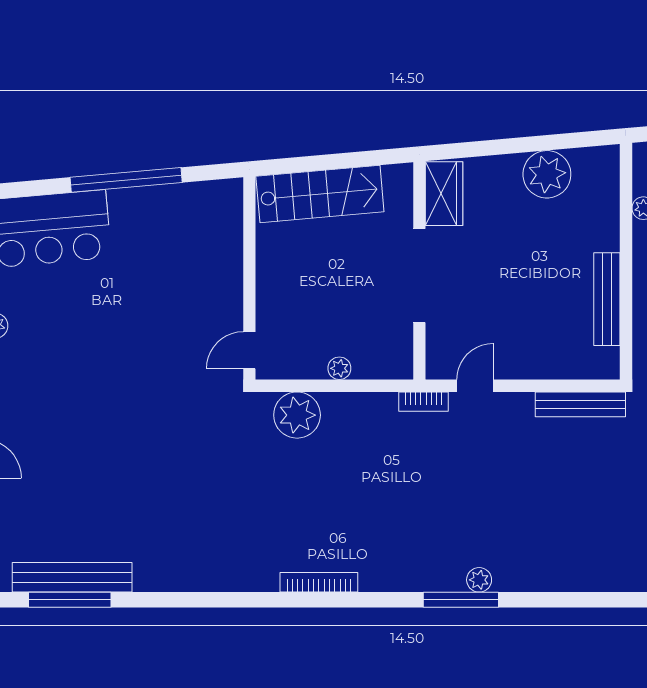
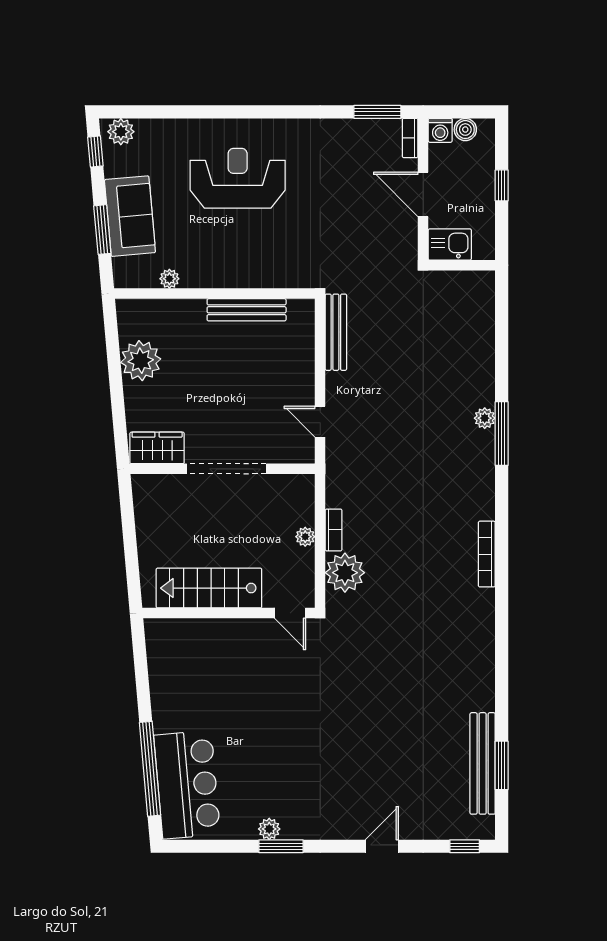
window: (126, 180) -> (150, 769), moved
stairs: (320, 194) -> (209, 588), moved, turned -85
bookcase: (424, 402) -> (334, 530), moved
window: (70, 600) -> (502, 765), width x0.69

